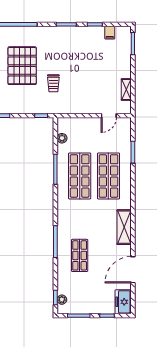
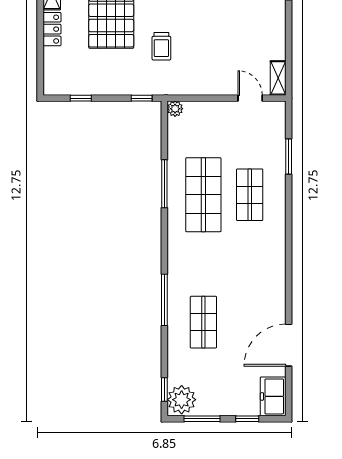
shelving: (126, 90) -> (278, 78), moved
door: (109, 116) -> (250, 98), swing flipped
plant: (62, 138) -> (175, 109), moved
shop shelf: (108, 176) -> (250, 195), width x0.70, depth x0.74
shelving: (124, 227) -> (275, 277), removed
plant: (62, 300) -> (182, 400), width x1.88, depth x1.88

